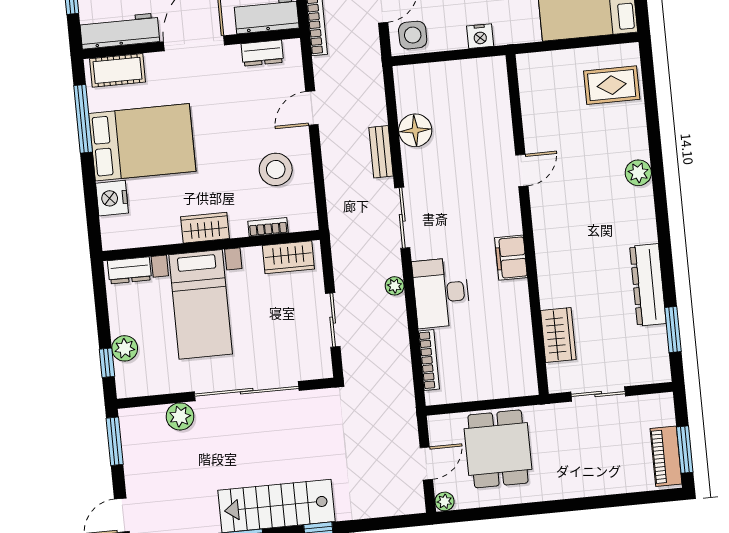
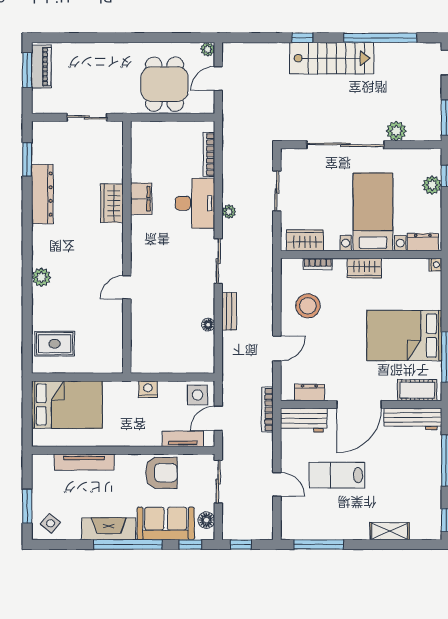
floor lamp: (415, 130) -> (208, 325), width x0.53, depth x0.53
nightstand: (112, 198) -> (435, 265), moved, width x0.53, depth x0.56
filing cabinet: (511, 258) -> (141, 199), moved
wardrobe: (558, 335) -> (112, 203), moved

